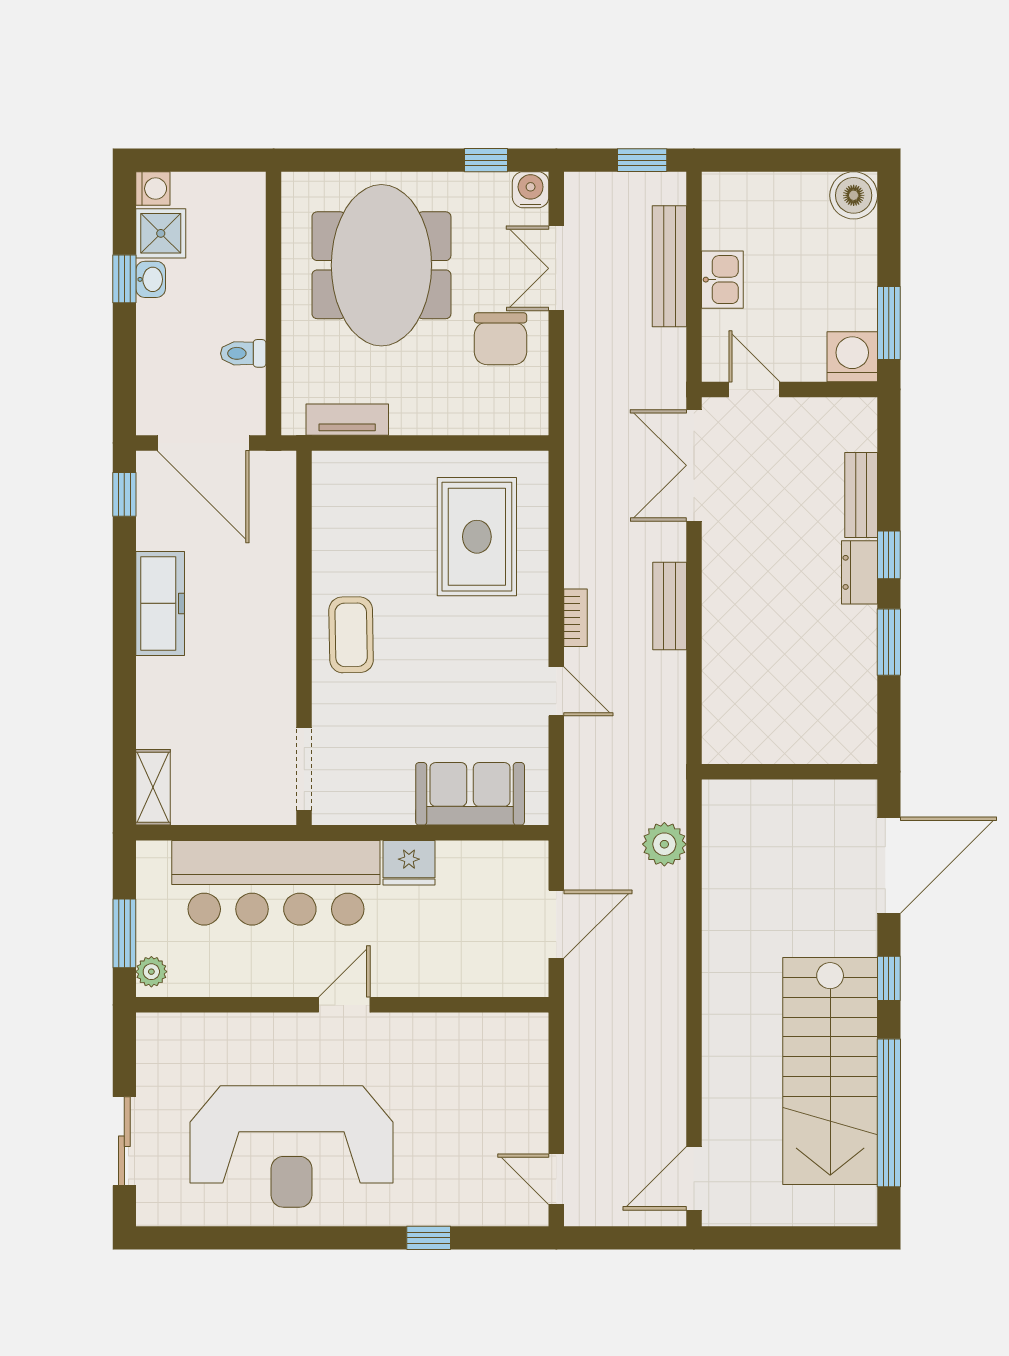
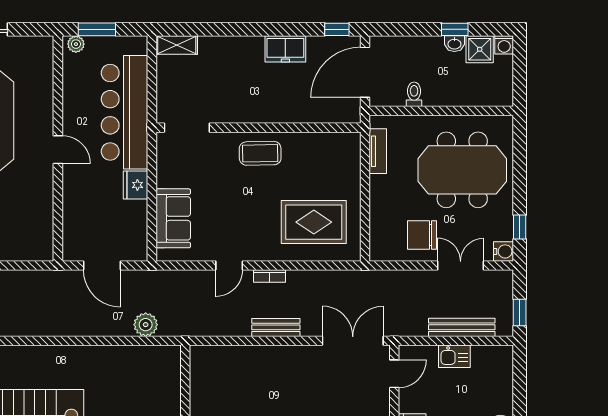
freezer: (160, 603) -> (285, 49), width x0.71

